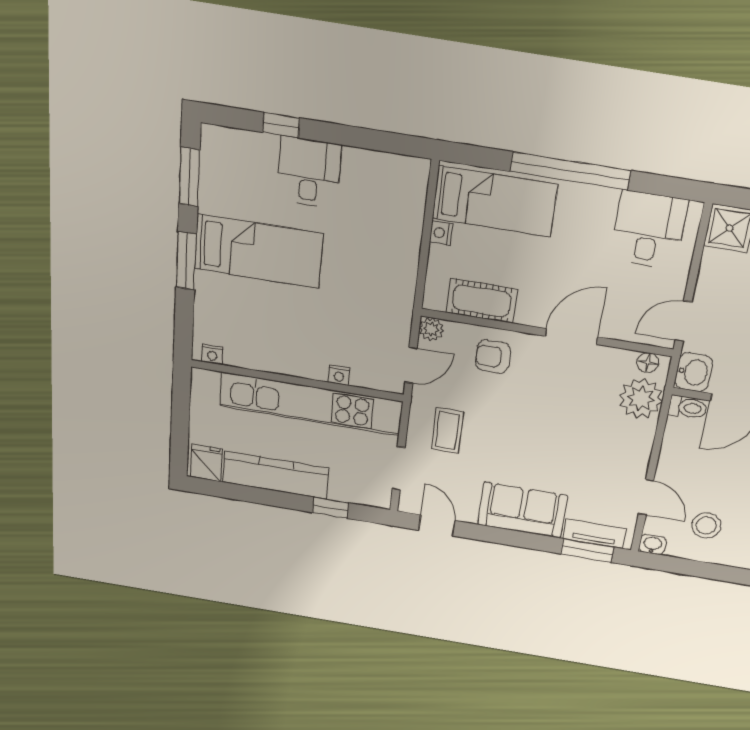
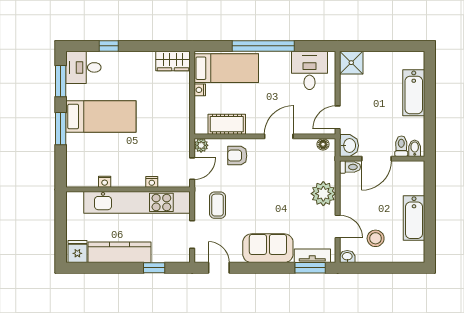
wardrobe: (398, 172) -> (173, 61), added
desk: (309, 173) -> (83, 67), moved, turned -90
nightstand: (212, 354) -> (105, 182), moved
plant: (641, 399) -> (323, 194), moved

